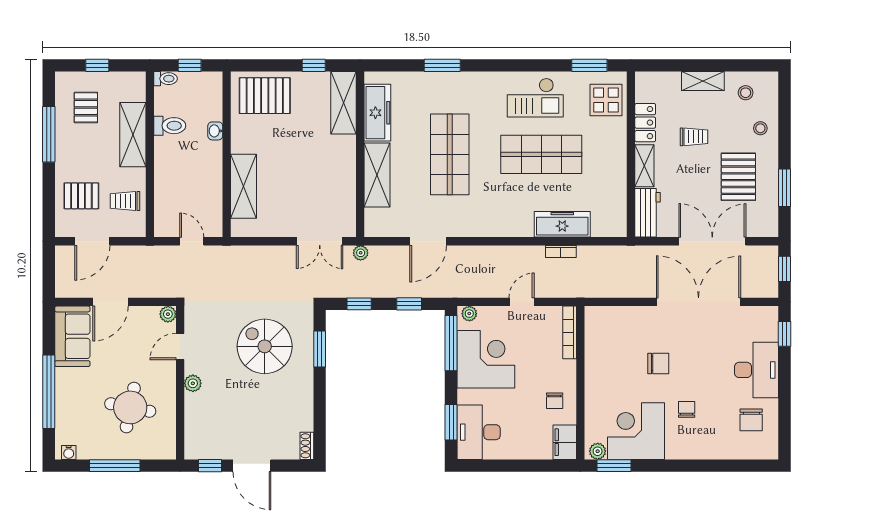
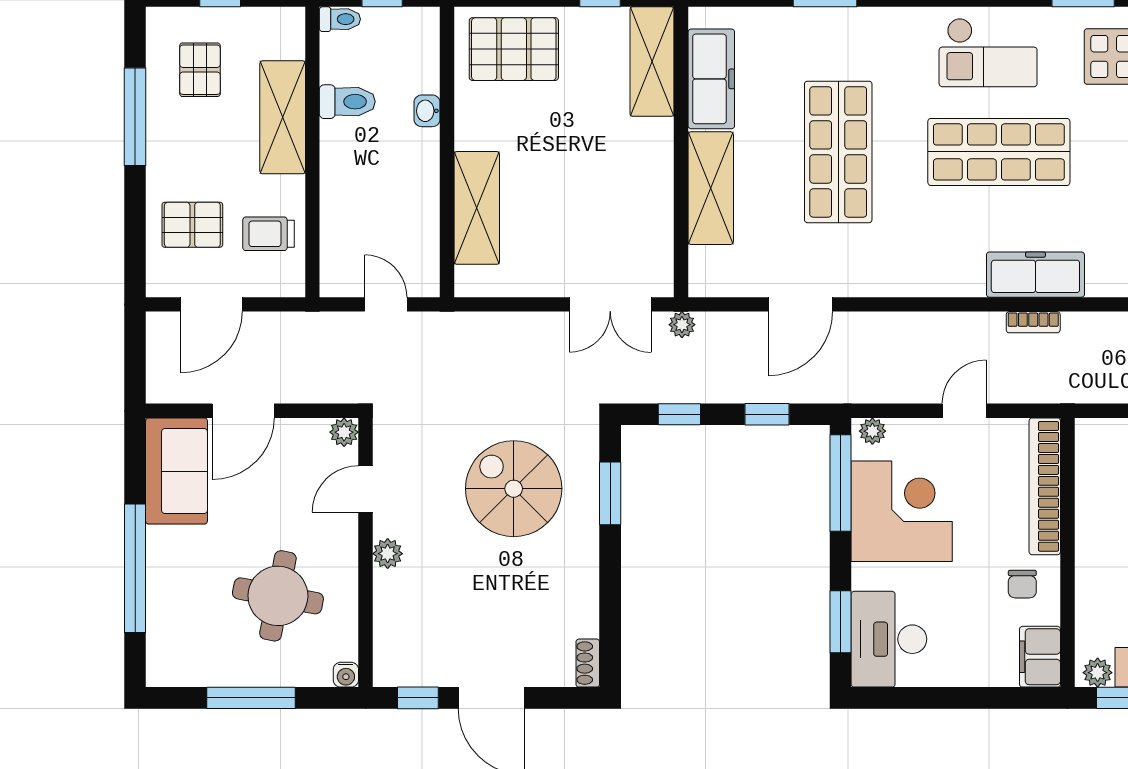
bookcase: (570, 332) -> (1045, 486), width x1.48, depth x1.31
water cooler: (69, 452) -> (346, 675), moved

